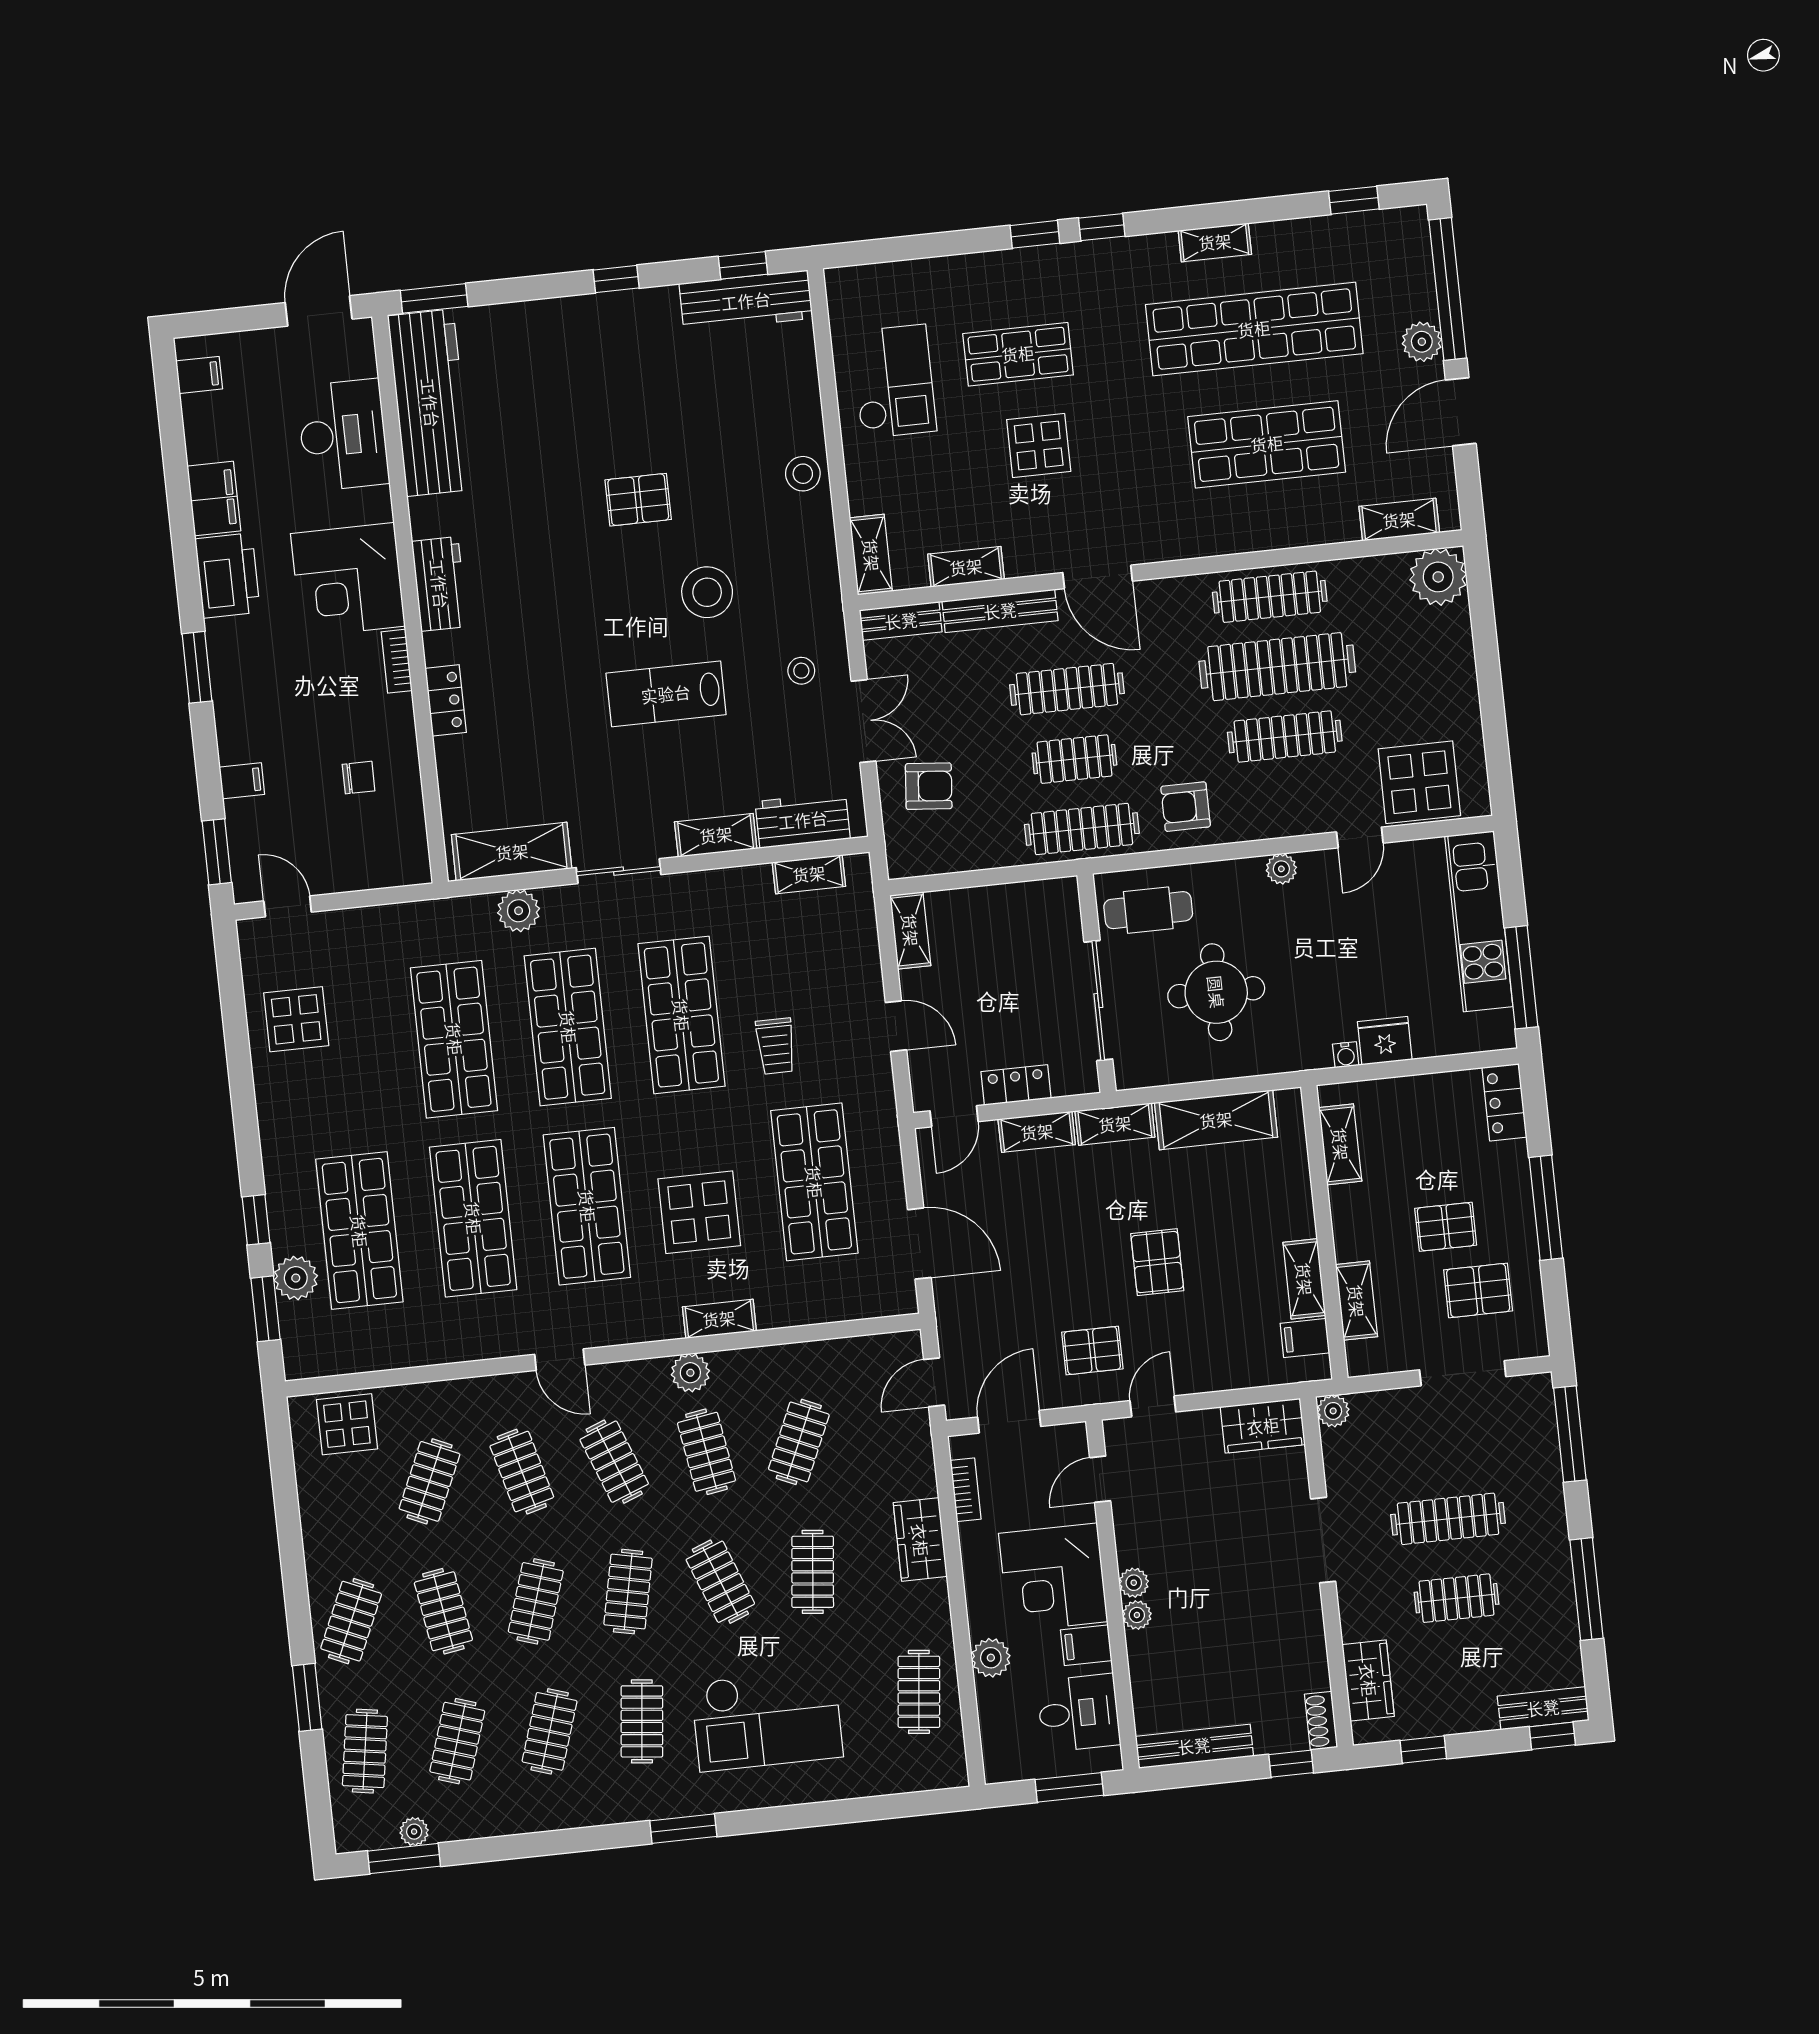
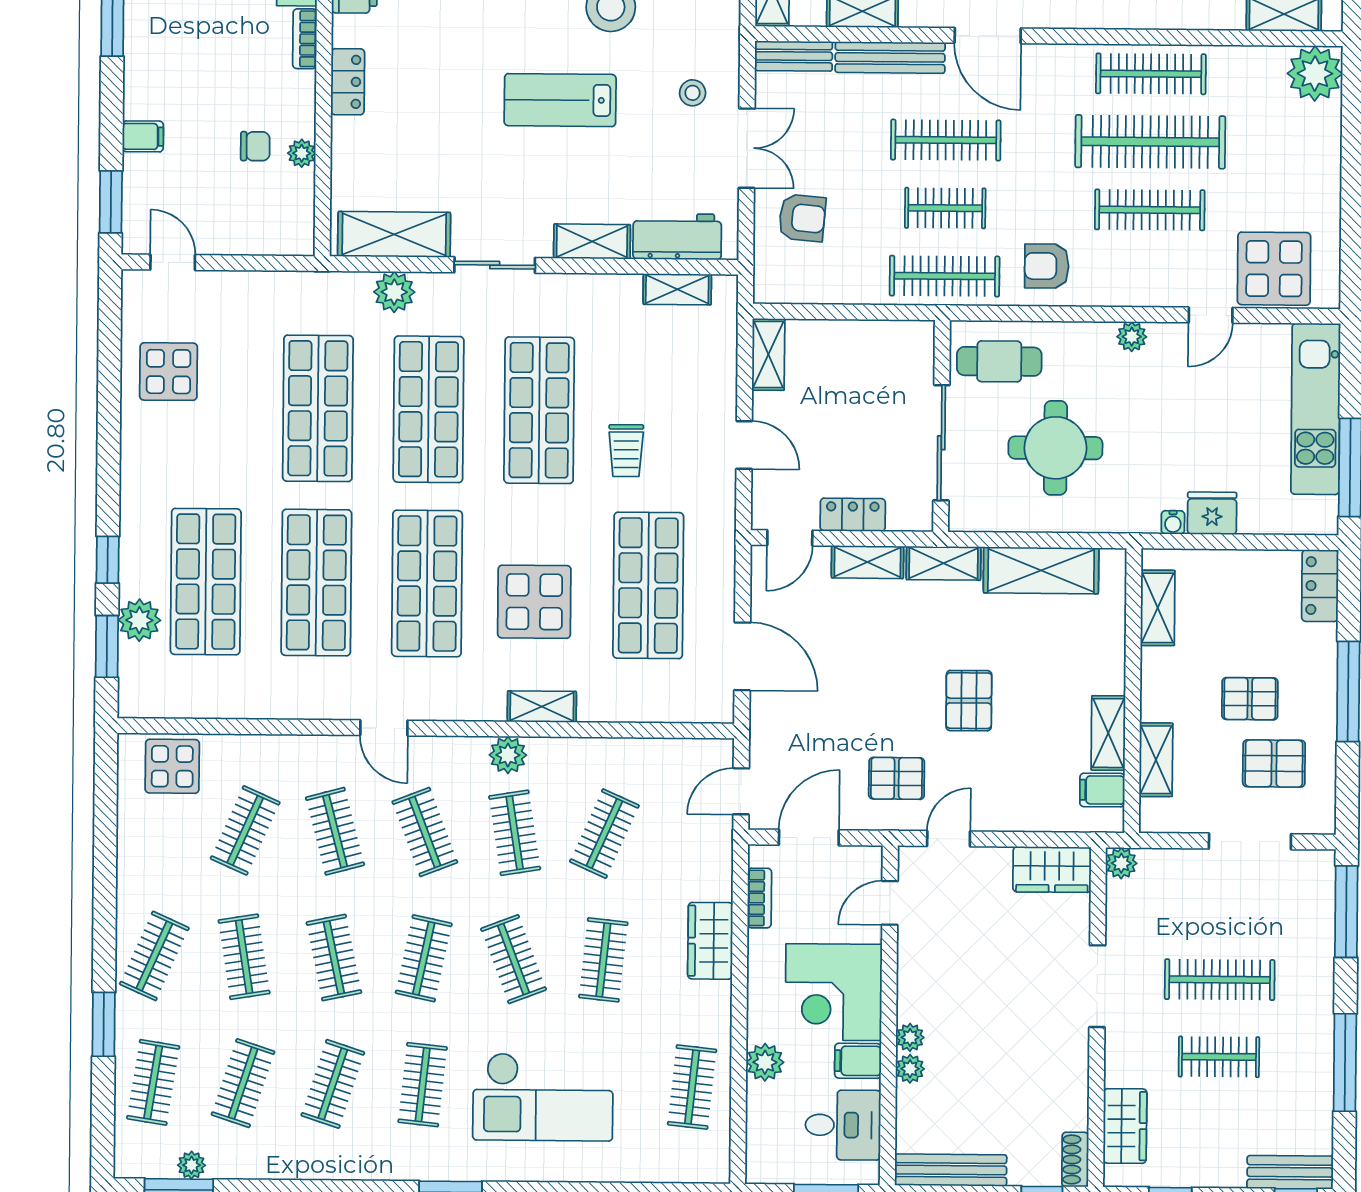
plant: (407, 779) -> (302, 153), added
plant: (1134, 1583) -> (910, 1069), moved
clothes rail: (536, 1601) -> (334, 958), turned -30

